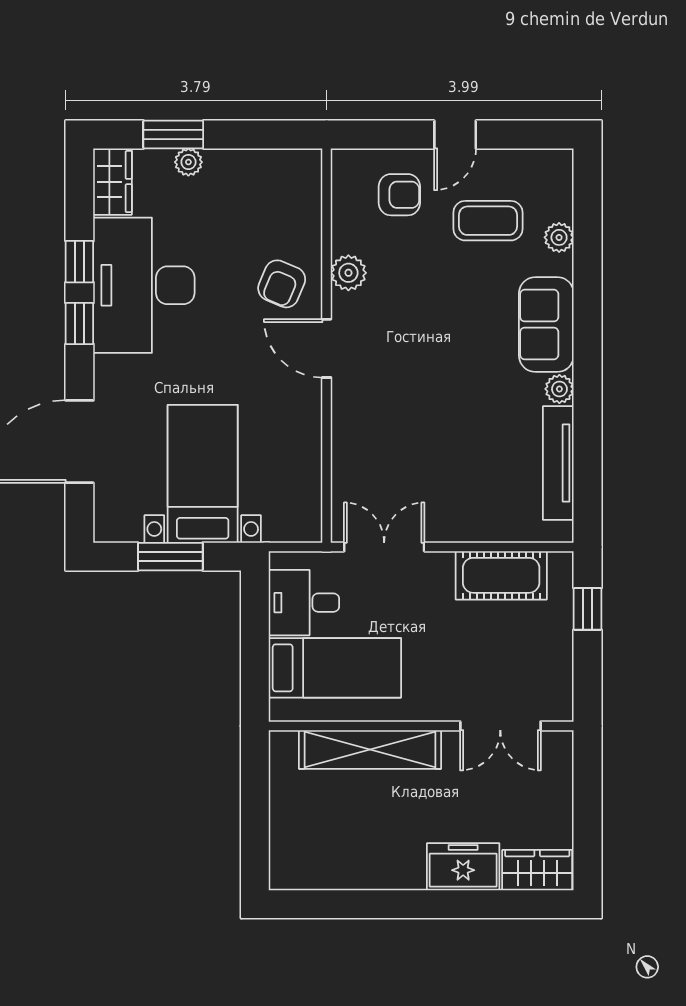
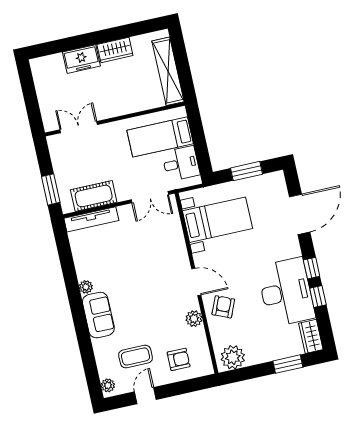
door: (455, 134) -> (145, 396), moved
plant: (188, 162) -> (233, 357), moved, width x1.88, depth x1.88
armchair: (399, 195) -> (179, 359), turned 180
plant: (559, 237) -> (108, 385), moved
tv unit: (558, 463) -> (91, 219), moved, turned 90
bed with nightstands: (203, 474) -> (218, 220), moved, turned -90
window: (588, 609) -> (51, 189), width x1.50
shelving: (370, 749) -> (168, 71), moved, turned 90
wardrobe: (537, 870) -> (115, 50), moved

